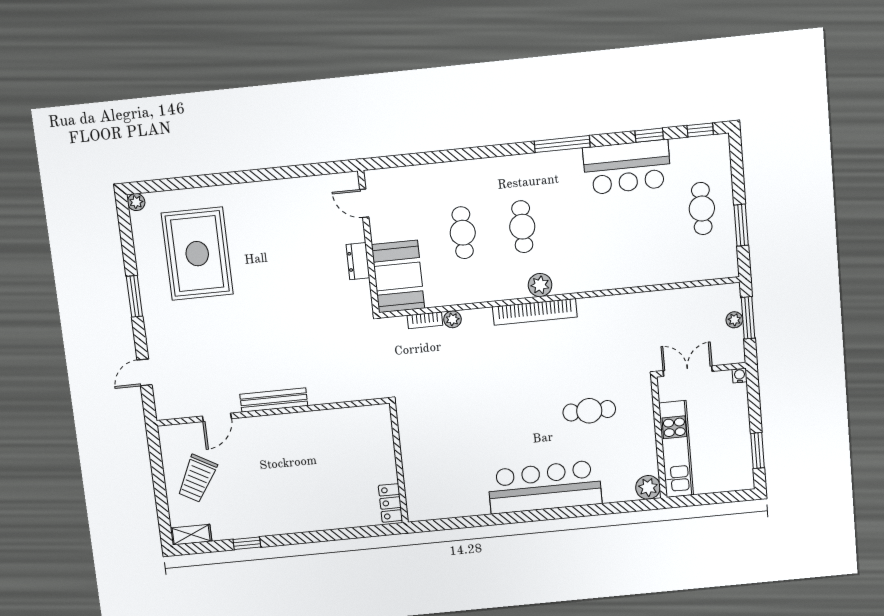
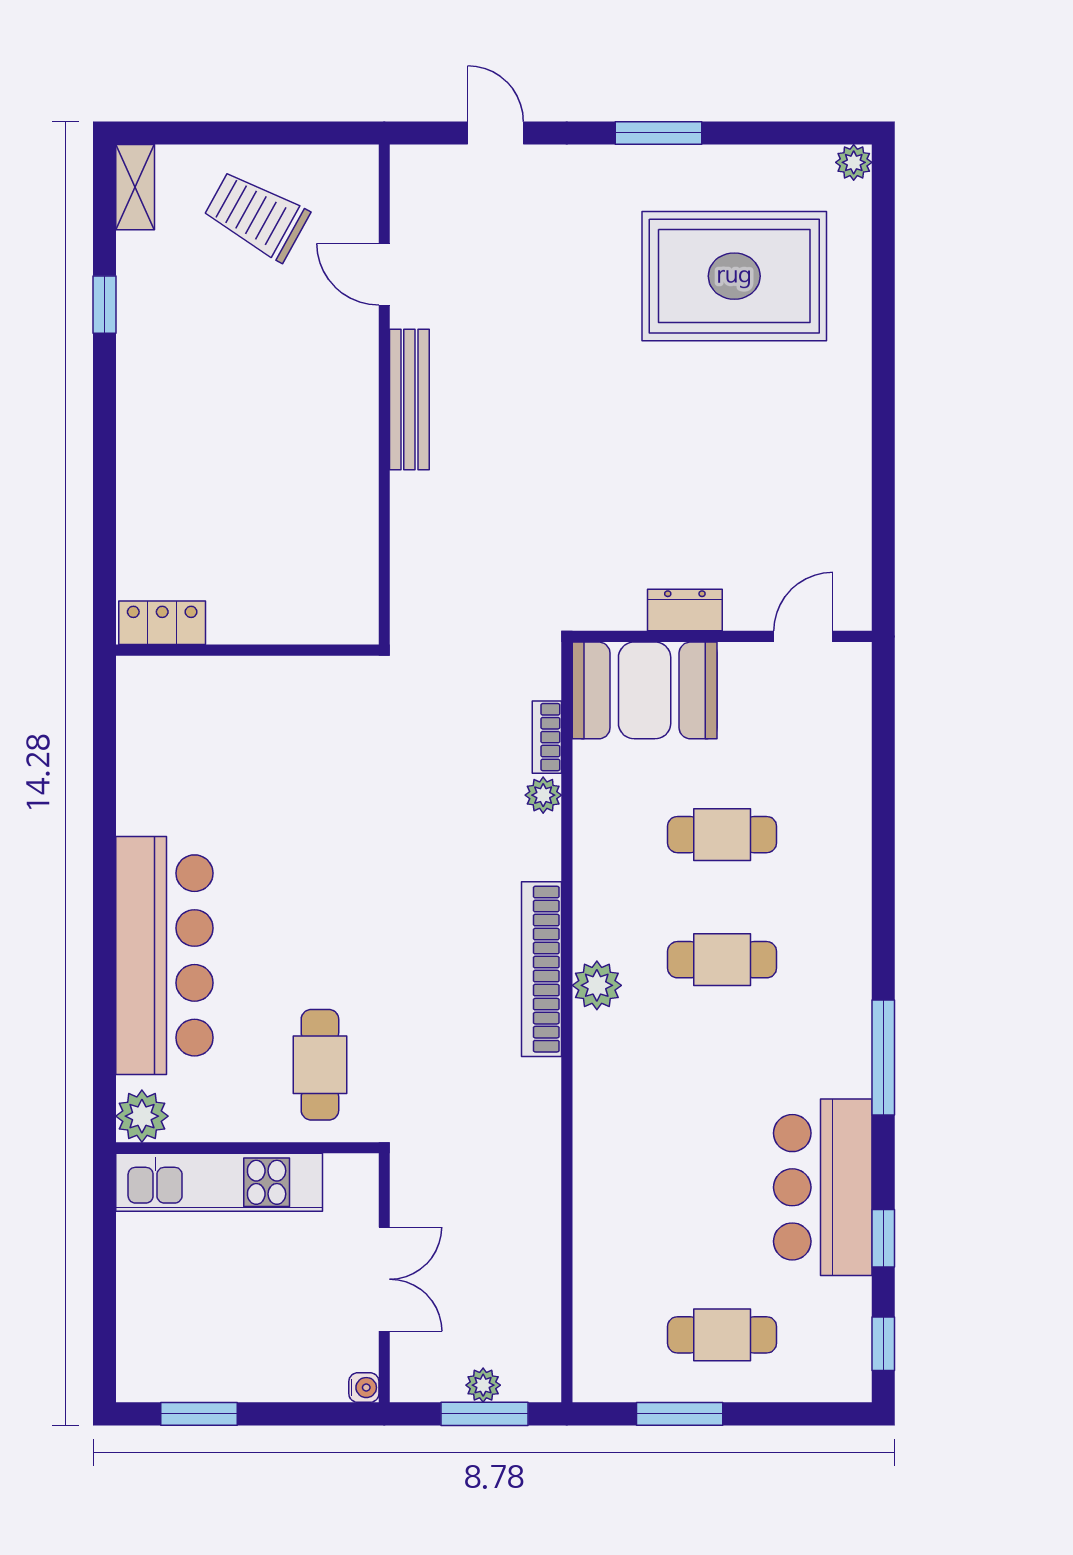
wall: (659, 438) -> (247, 1148), moved
kitchen unit: (676, 449) -> (219, 1182), moved
plant: (648, 487) -> (142, 1116), moved

